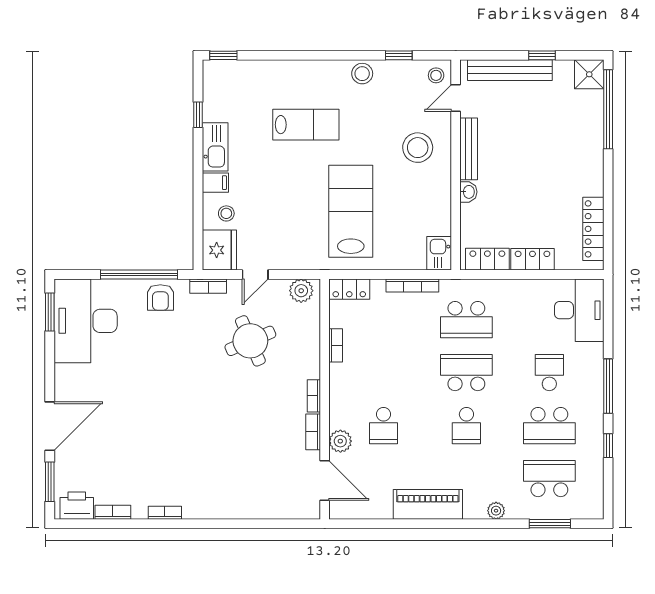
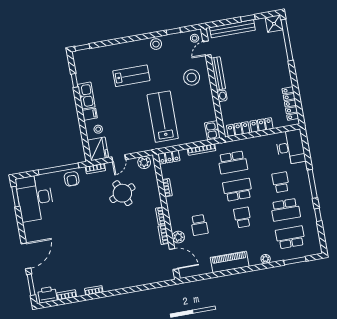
school desk: (466, 426) -> (242, 217), turned 180

